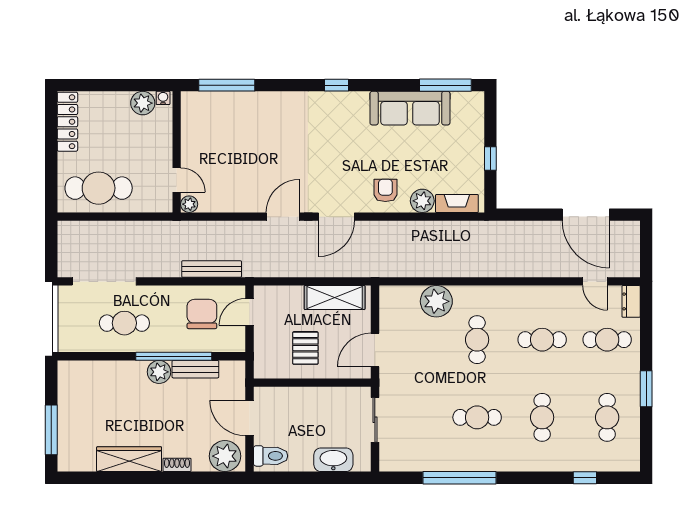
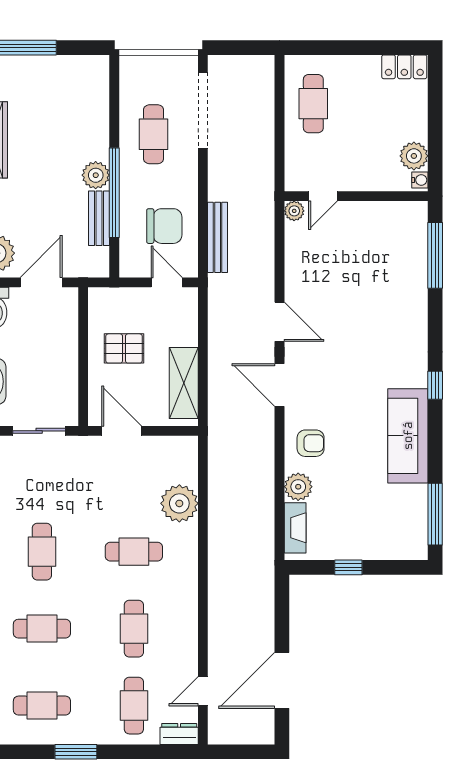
sofa: (410, 108) -> (408, 436), moved
locker: (67, 122) -> (404, 67), width x0.66
cafe table: (99, 188) -> (313, 104), width x0.73, depth x0.74

